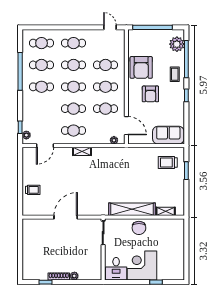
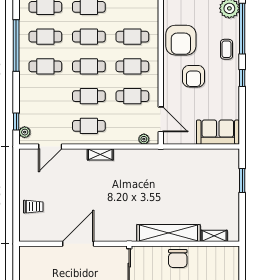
trolley: (168, 163) -> (217, 169), removed

